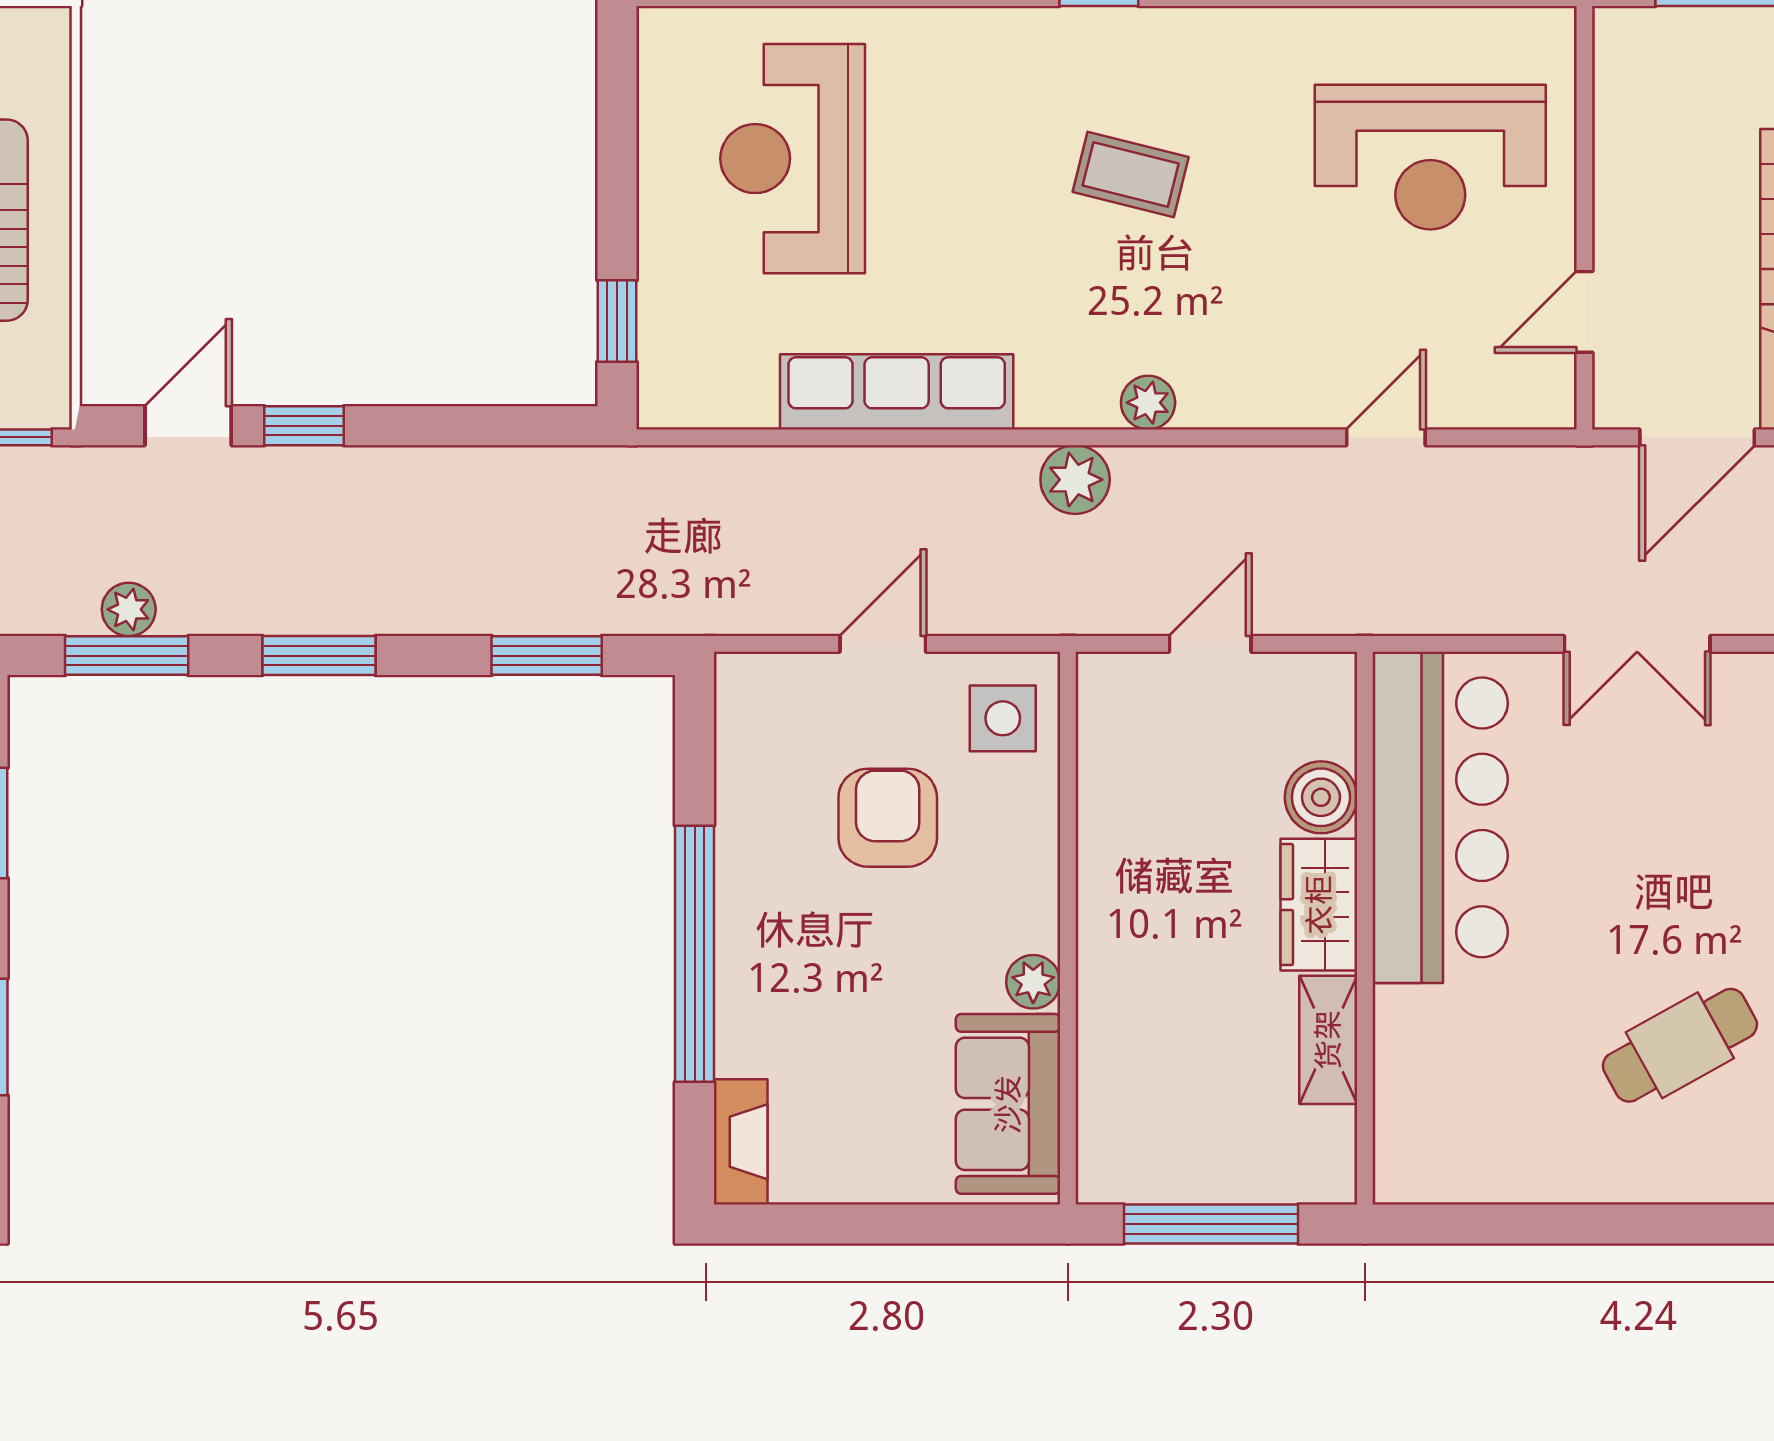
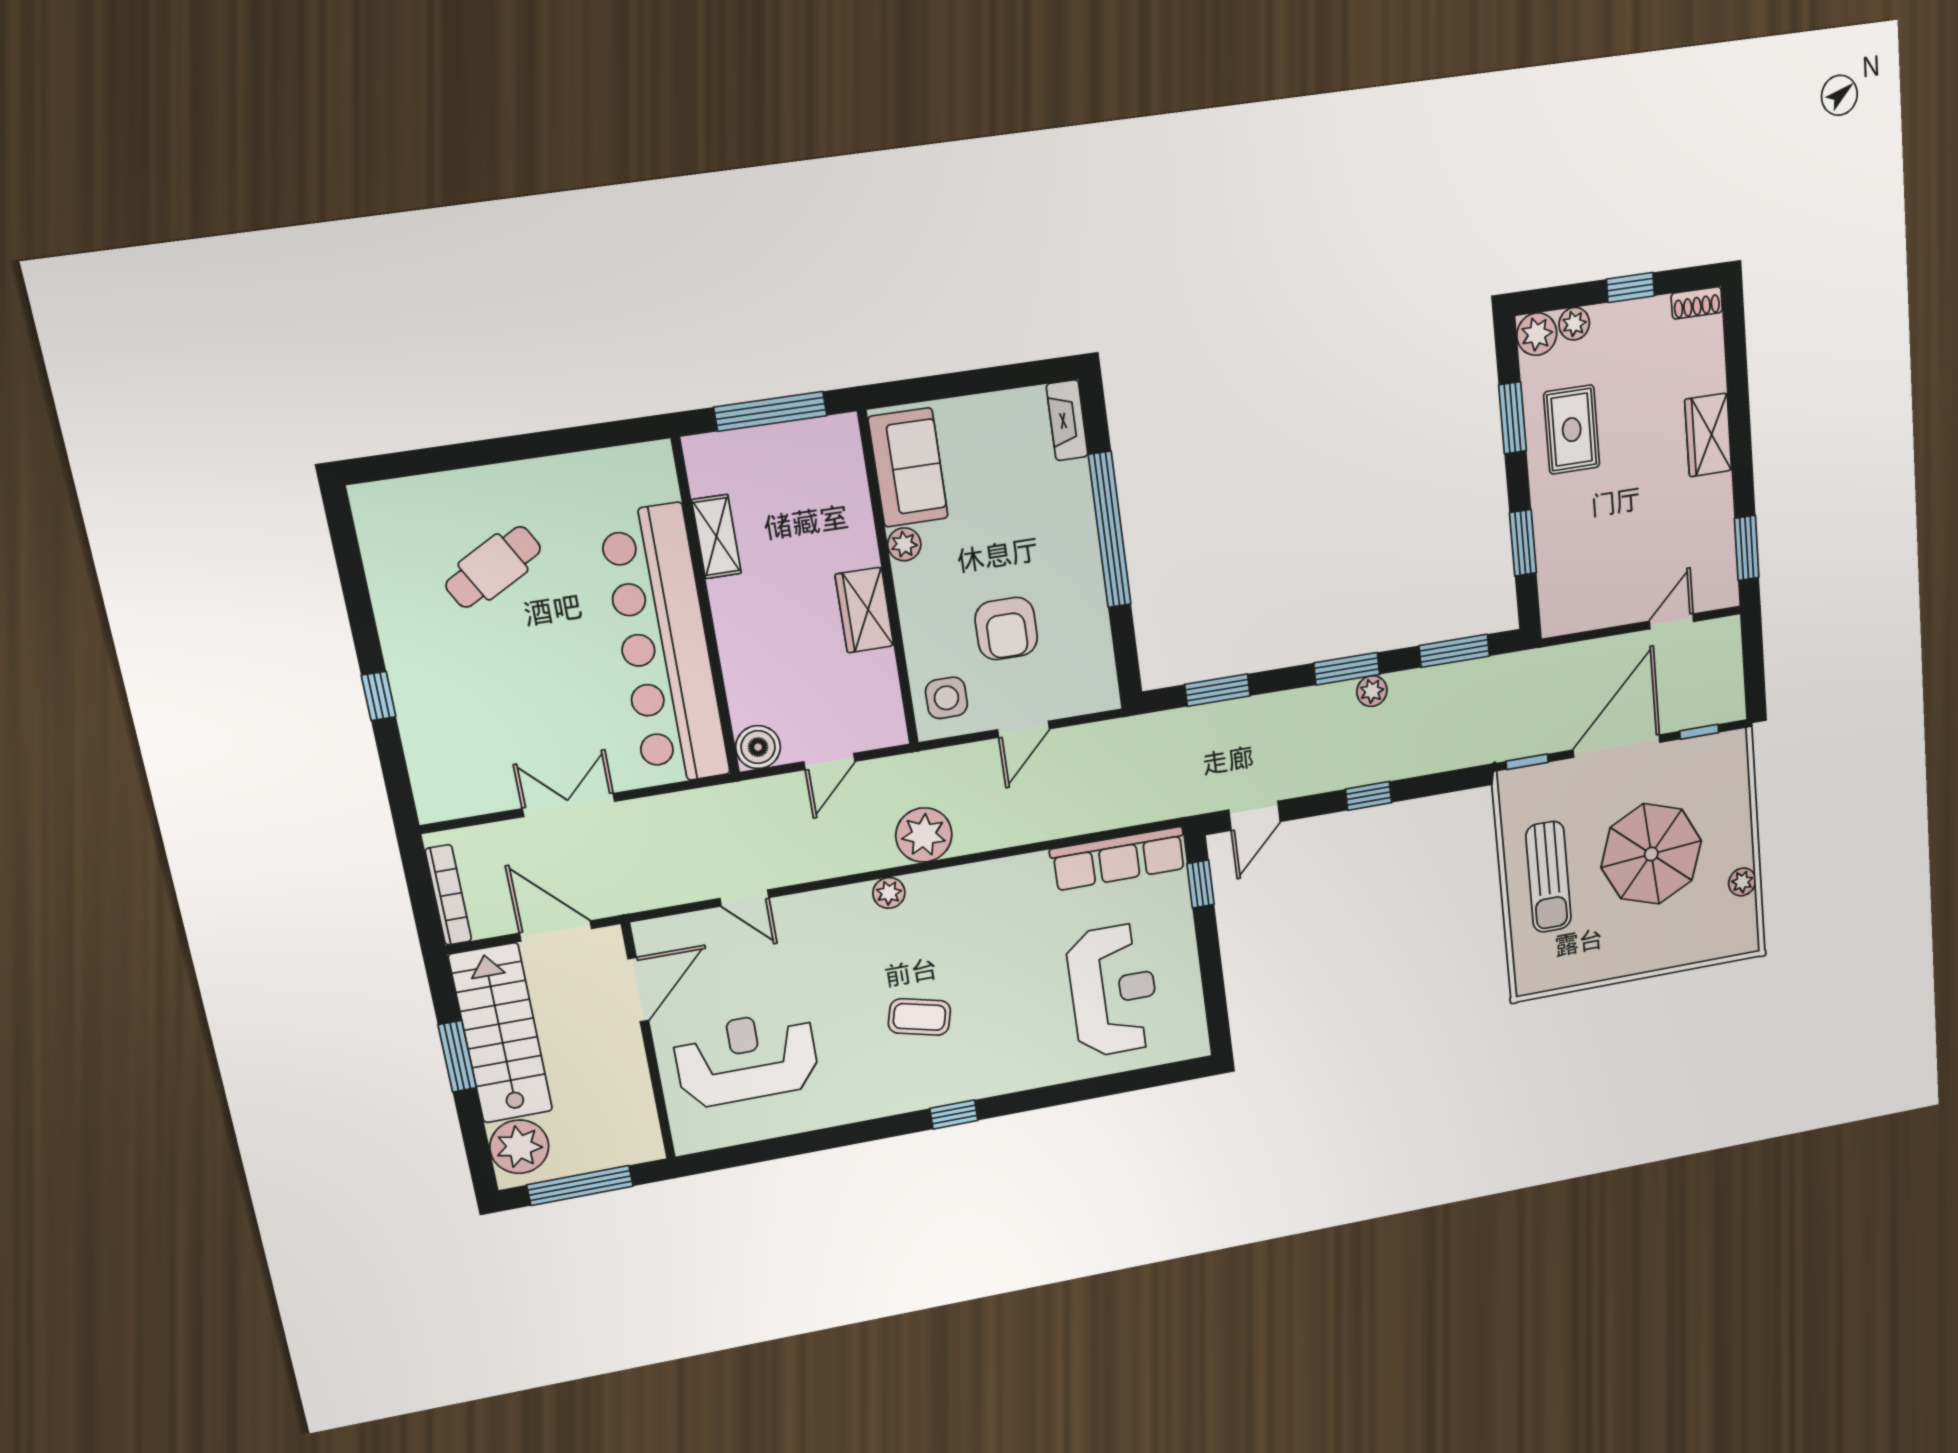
door: (1584, 312) -> (638, 990), width x1.38
row of seats: (897, 392) -> (1119, 859), moved
door: (188, 426) -> (1255, 816), moved
door: (1386, 437) -> (744, 898), hinge flipped
door: (1697, 437) -> (556, 931), hinge flipped
plant: (1075, 480) -> (924, 835), width x1.36, depth x1.36
plant: (129, 609) -> (1372, 691), moved
boiler: (1321, 797) -> (758, 747), moved
bar counter: (1440, 817) -> (664, 646), width x1.36
wardrobe: (1319, 905) -> (864, 610), moved, turned 180

